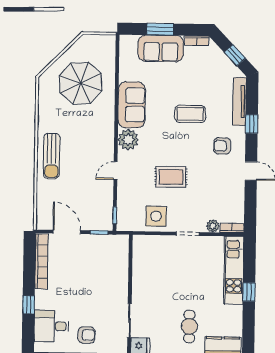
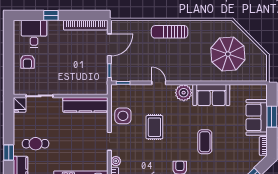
kitchen counter: (142, 263) -> (85, 105), added

